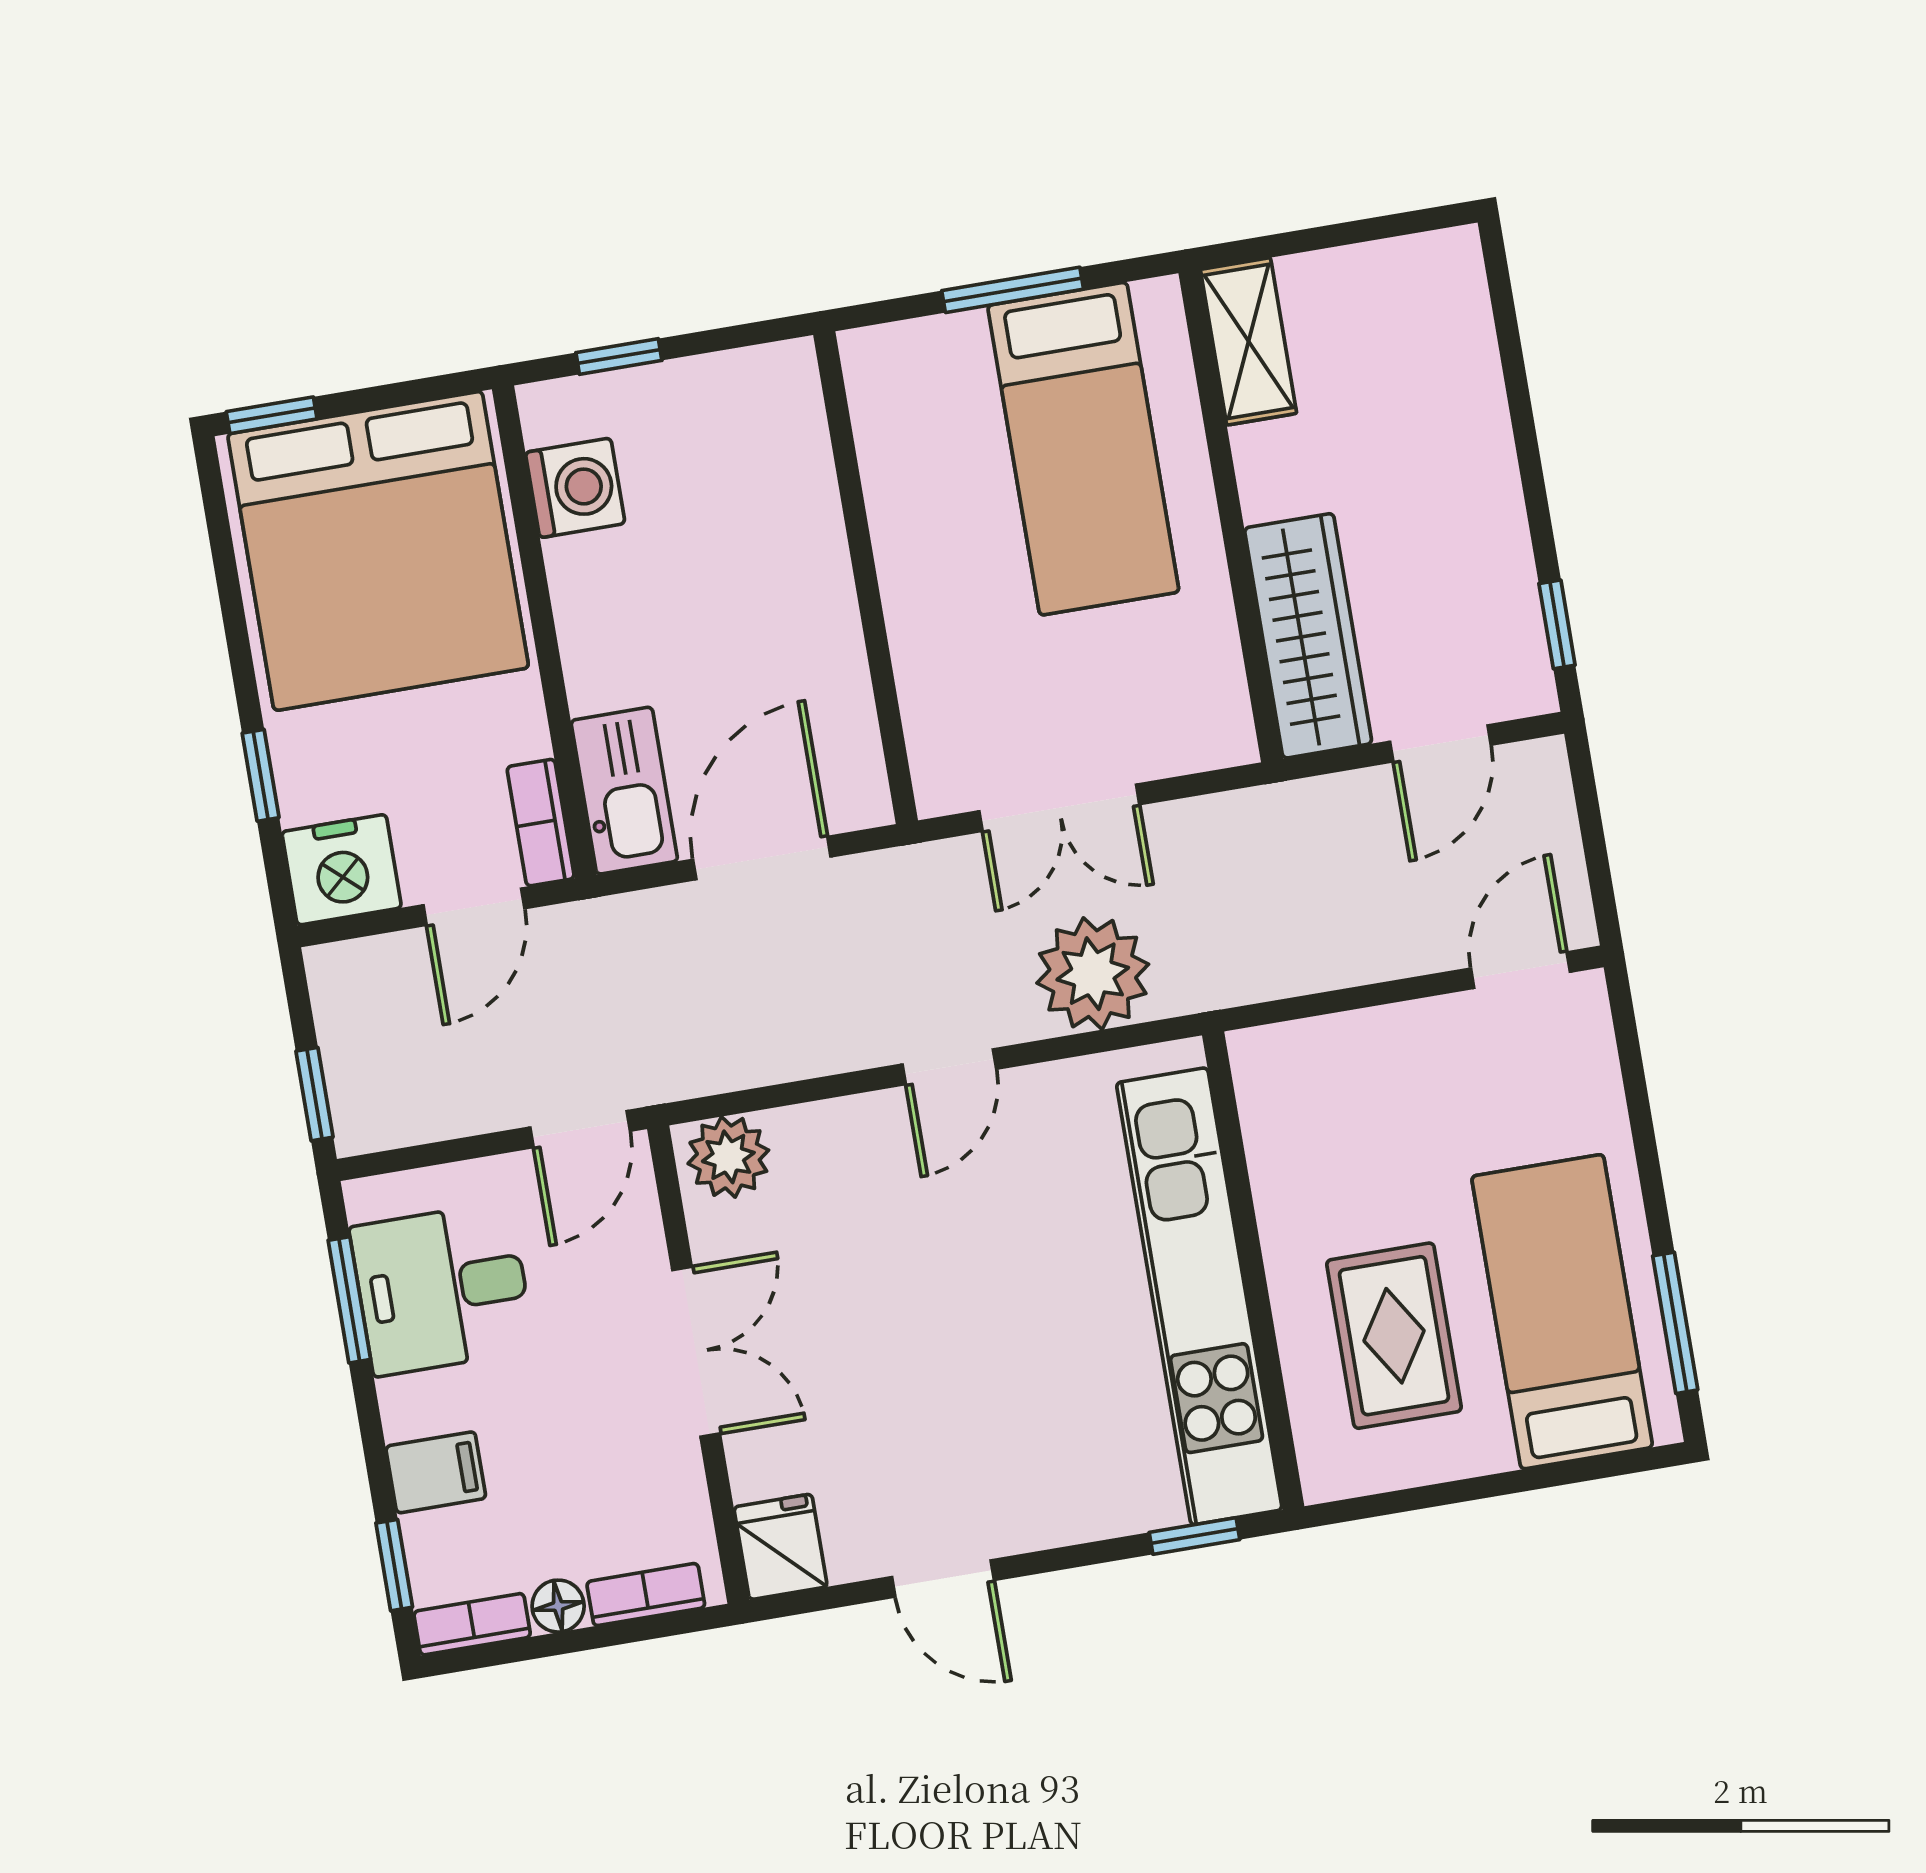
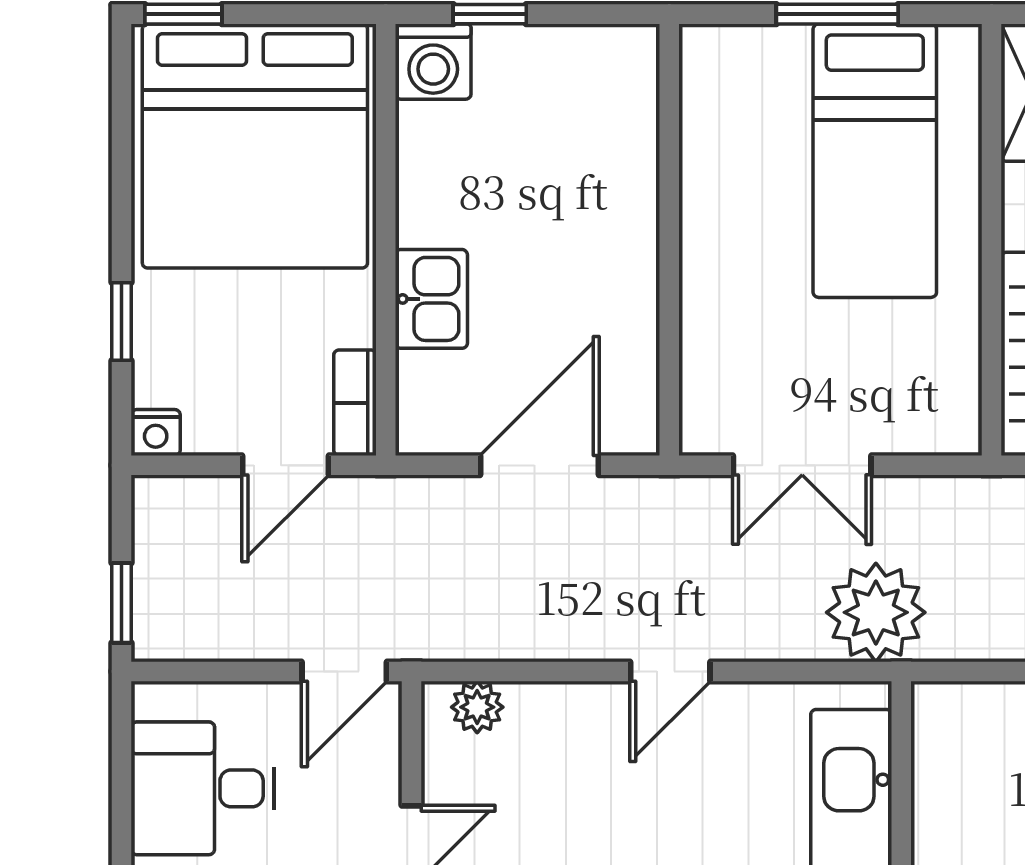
washing machine: (575, 488) -> (433, 62), moved, turned 90
kitchen sink: (624, 791) -> (431, 299), moved, width x0.73
nightstand: (342, 870) -> (156, 433), width x0.53, depth x0.56
plant: (1093, 974) -> (876, 612), moved
plant: (728, 1157) -> (477, 707), width x0.73, depth x0.73
window: (349, 1300) -> (122, 784), removed

